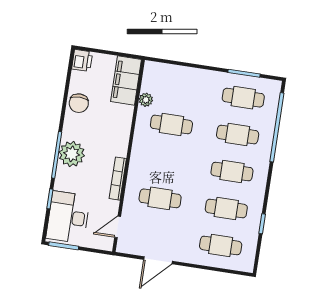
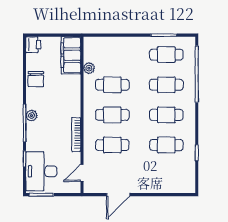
plant: (72, 154) -> (32, 116), width x0.53, depth x0.53
cafe table: (221, 245) -> (112, 115), moved

